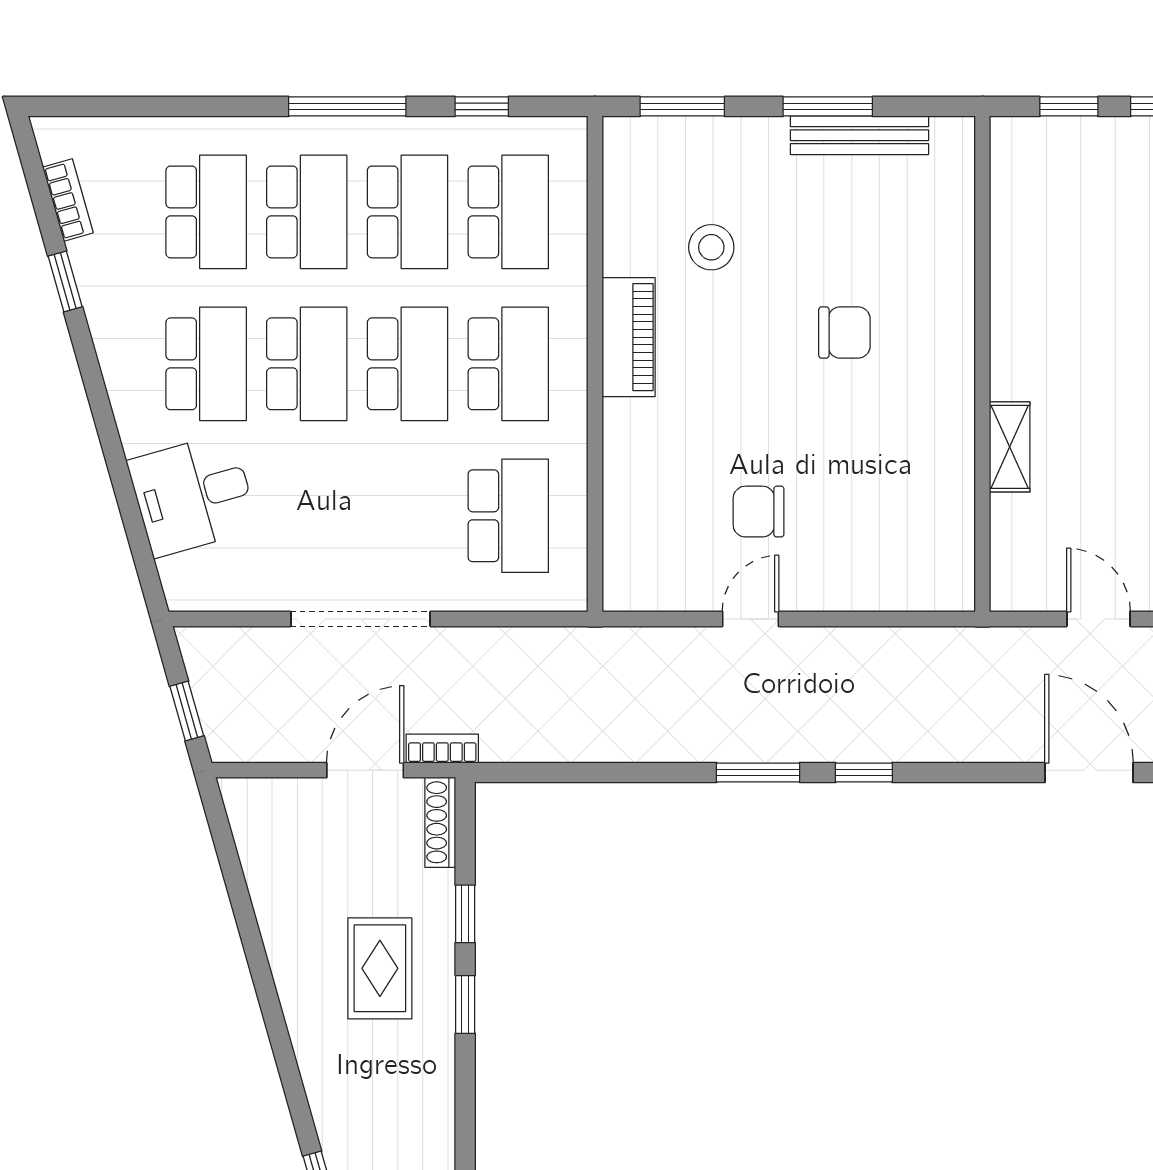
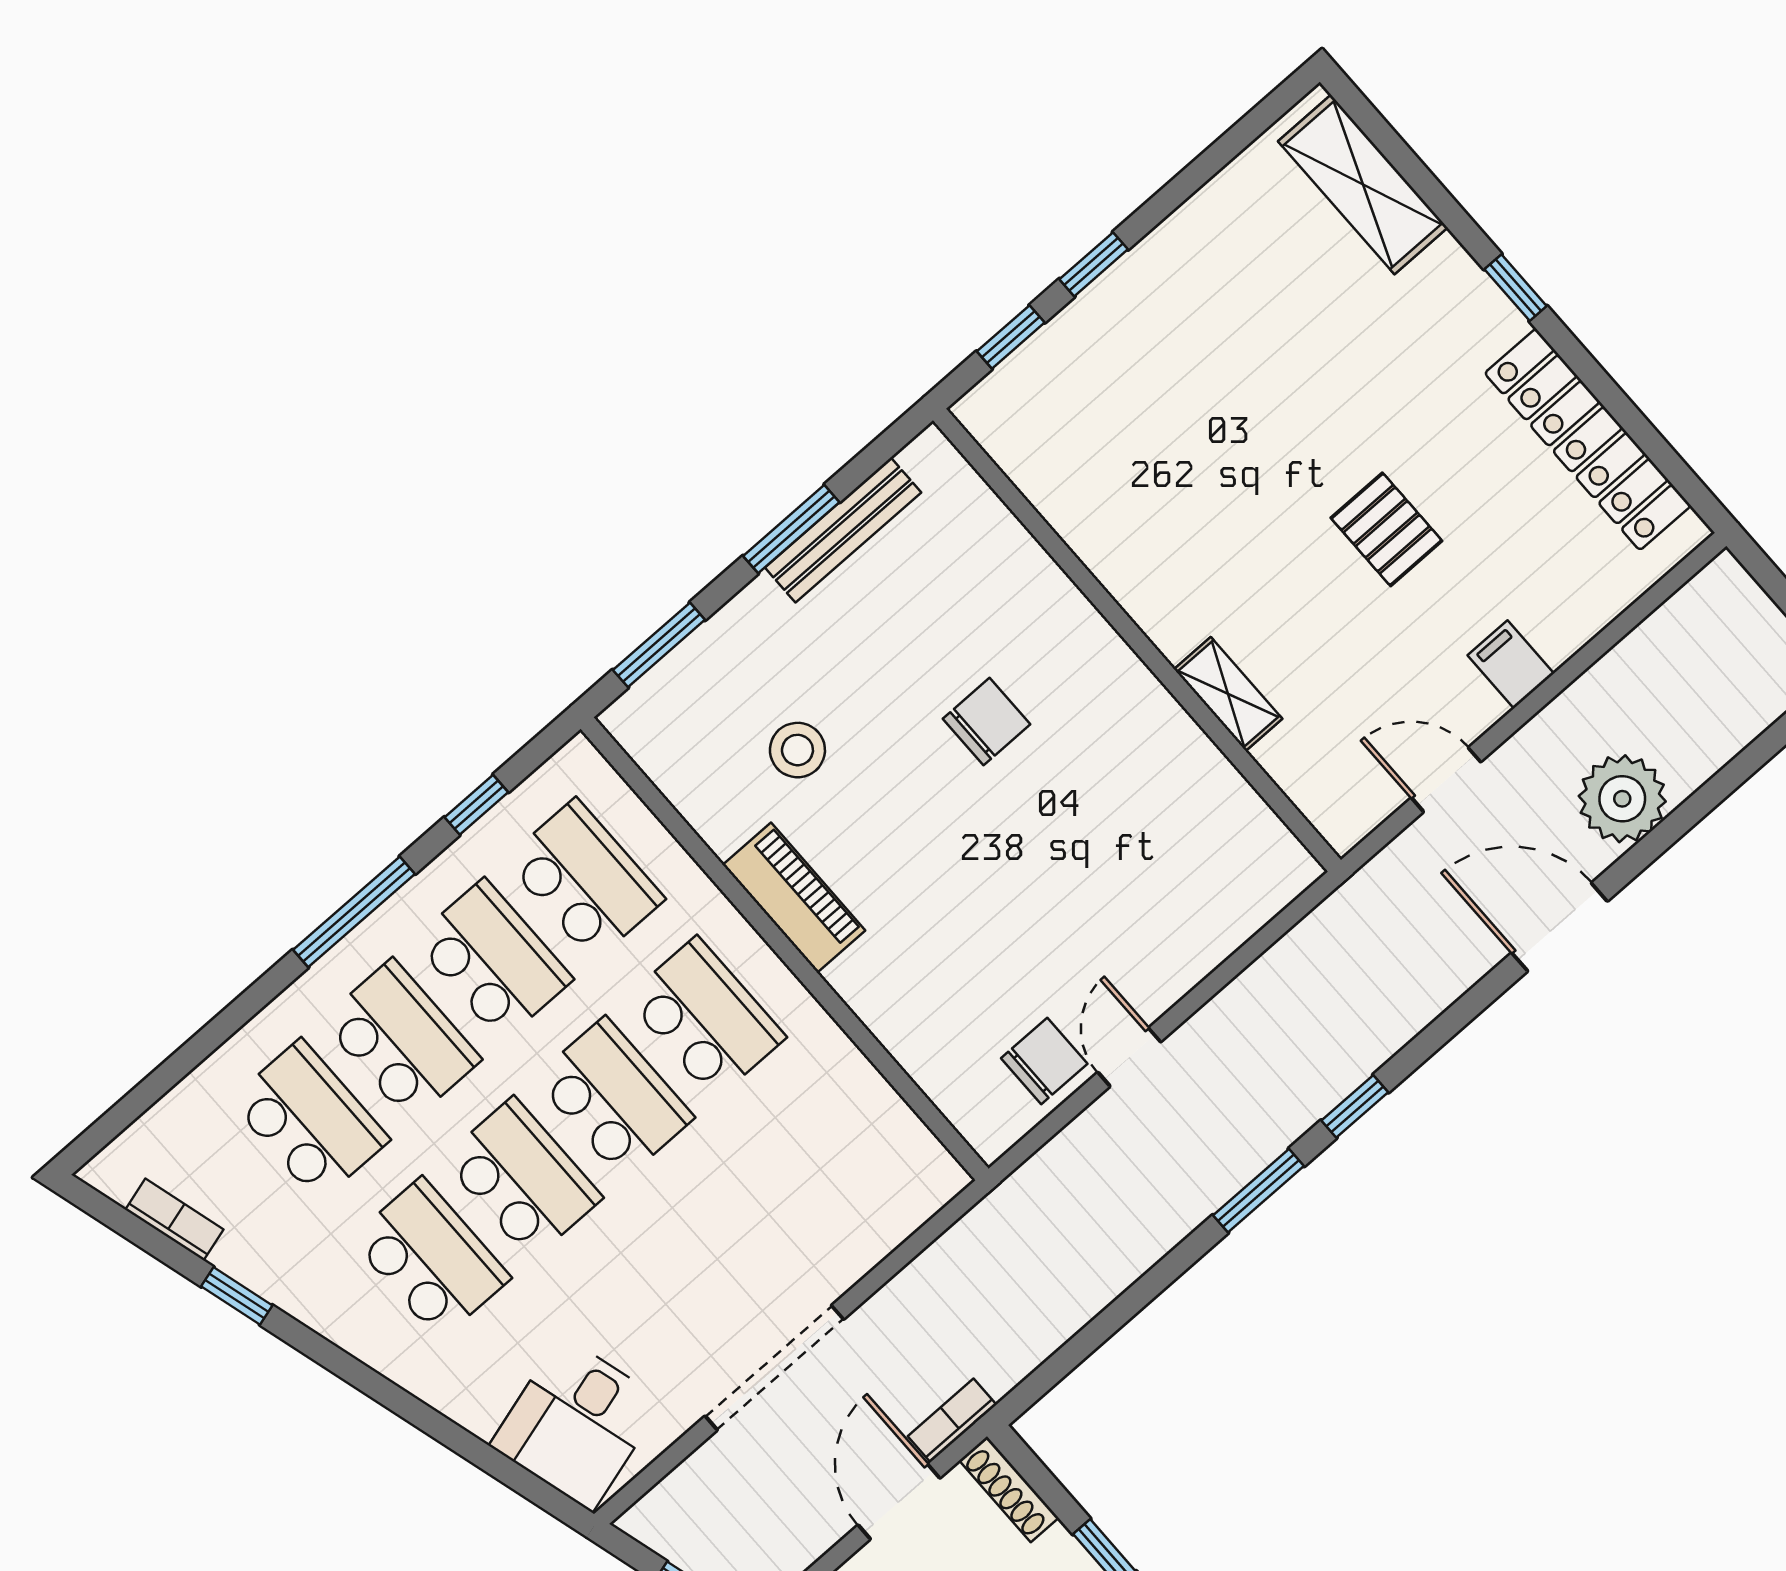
desk: (193, 495) -> (577, 1423), moved
chair: (759, 512) -> (1044, 1061), moved, turned 180
school desk: (508, 516) -> (827, 1156), removed

